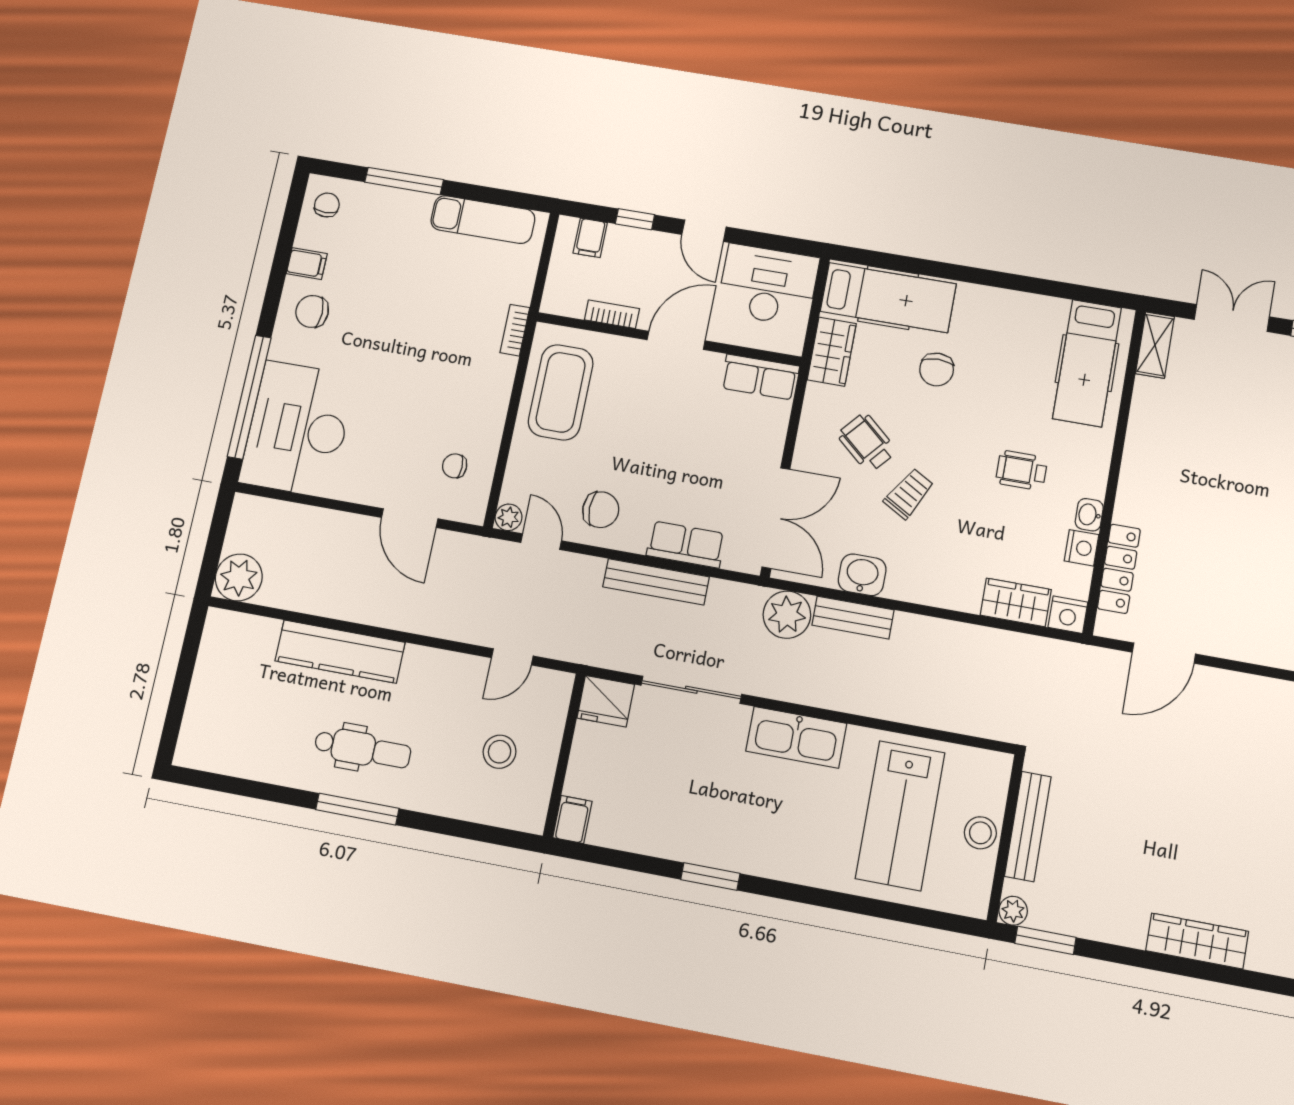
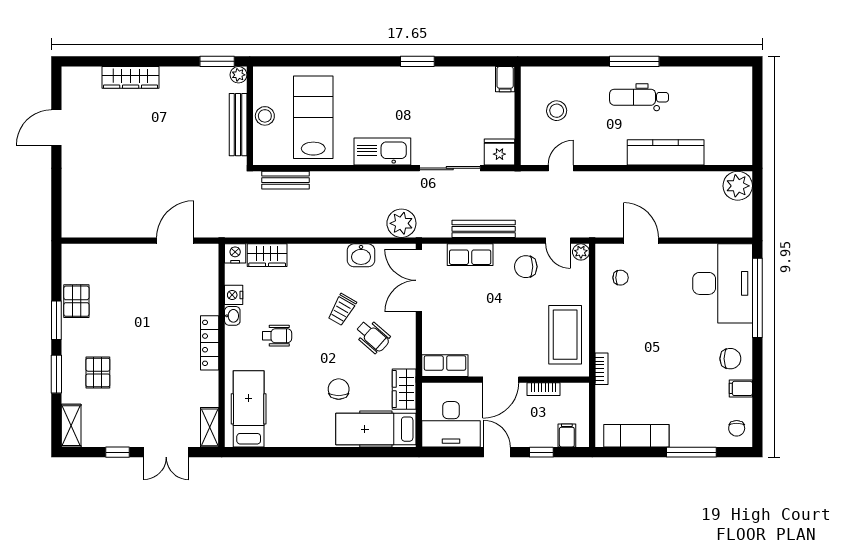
locker: (1119, 569) -> (210, 343), moved
bench: (853, 618) -> (286, 180), moved

